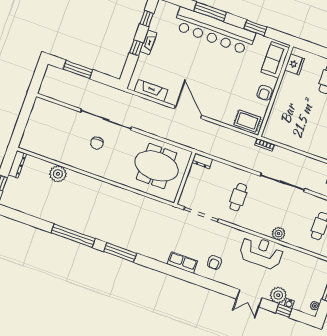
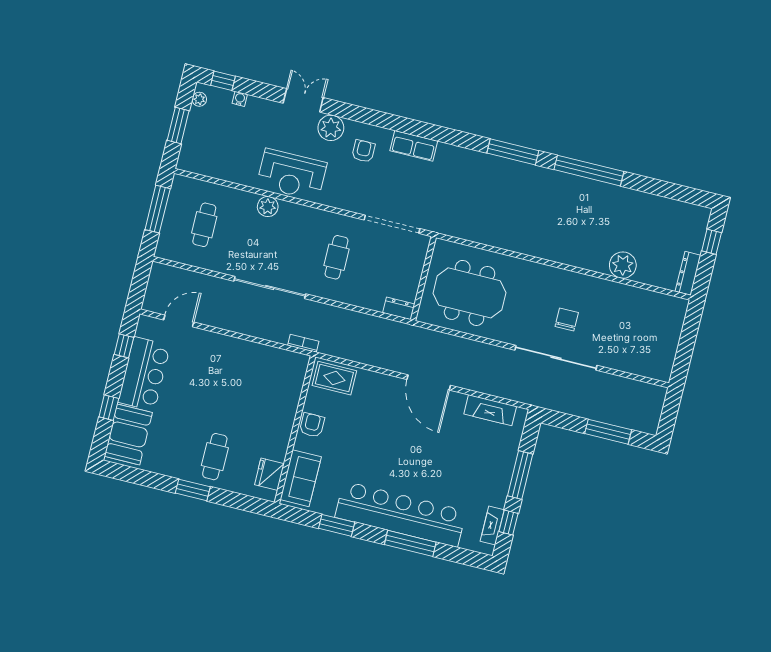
fireplace: (148, 42) -> (492, 526), moved
window: (136, 48) -> (520, 475), width x2.17
plant: (278, 295) -> (331, 128), moved
window: (284, 311) -> (223, 81), moved

